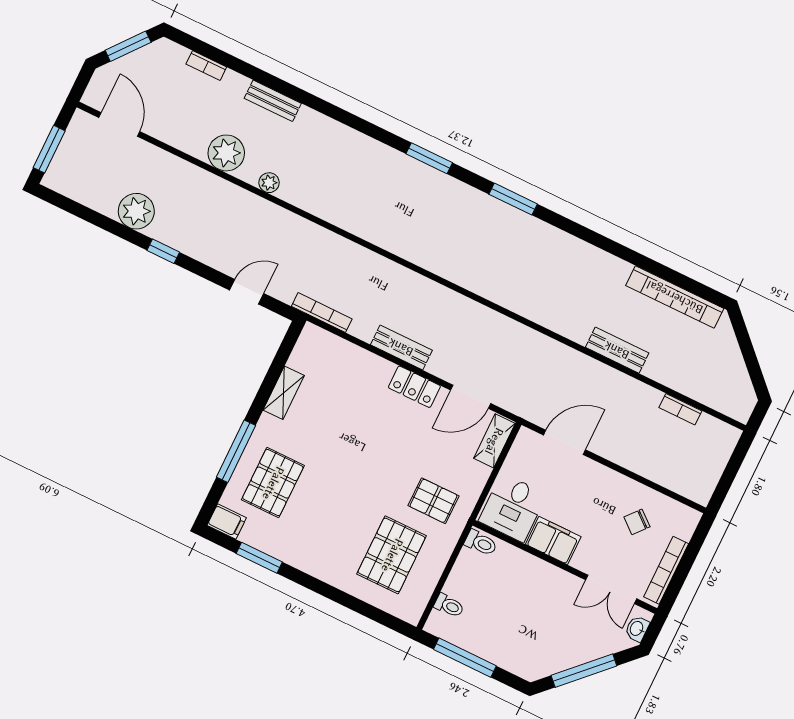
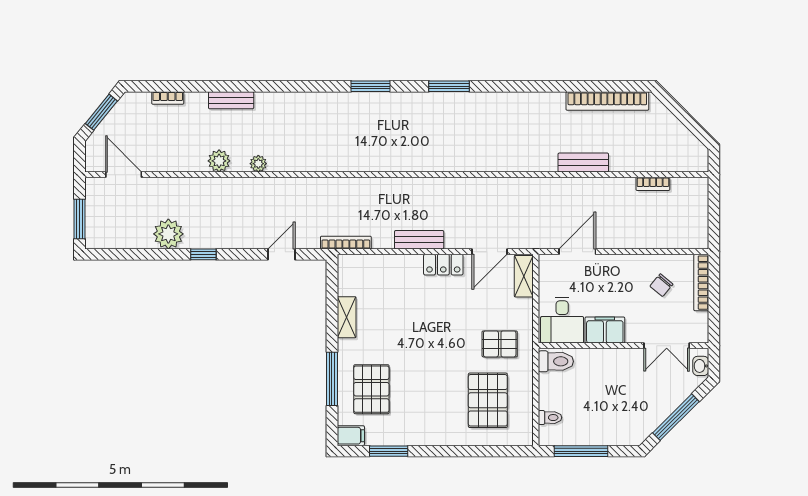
plant: (226, 153) -> (219, 161), width x0.73, depth x0.73
toilet: (481, 543) -> (556, 361), width x1.37, depth x1.39
bookcase: (666, 570) -> (701, 283), moved

